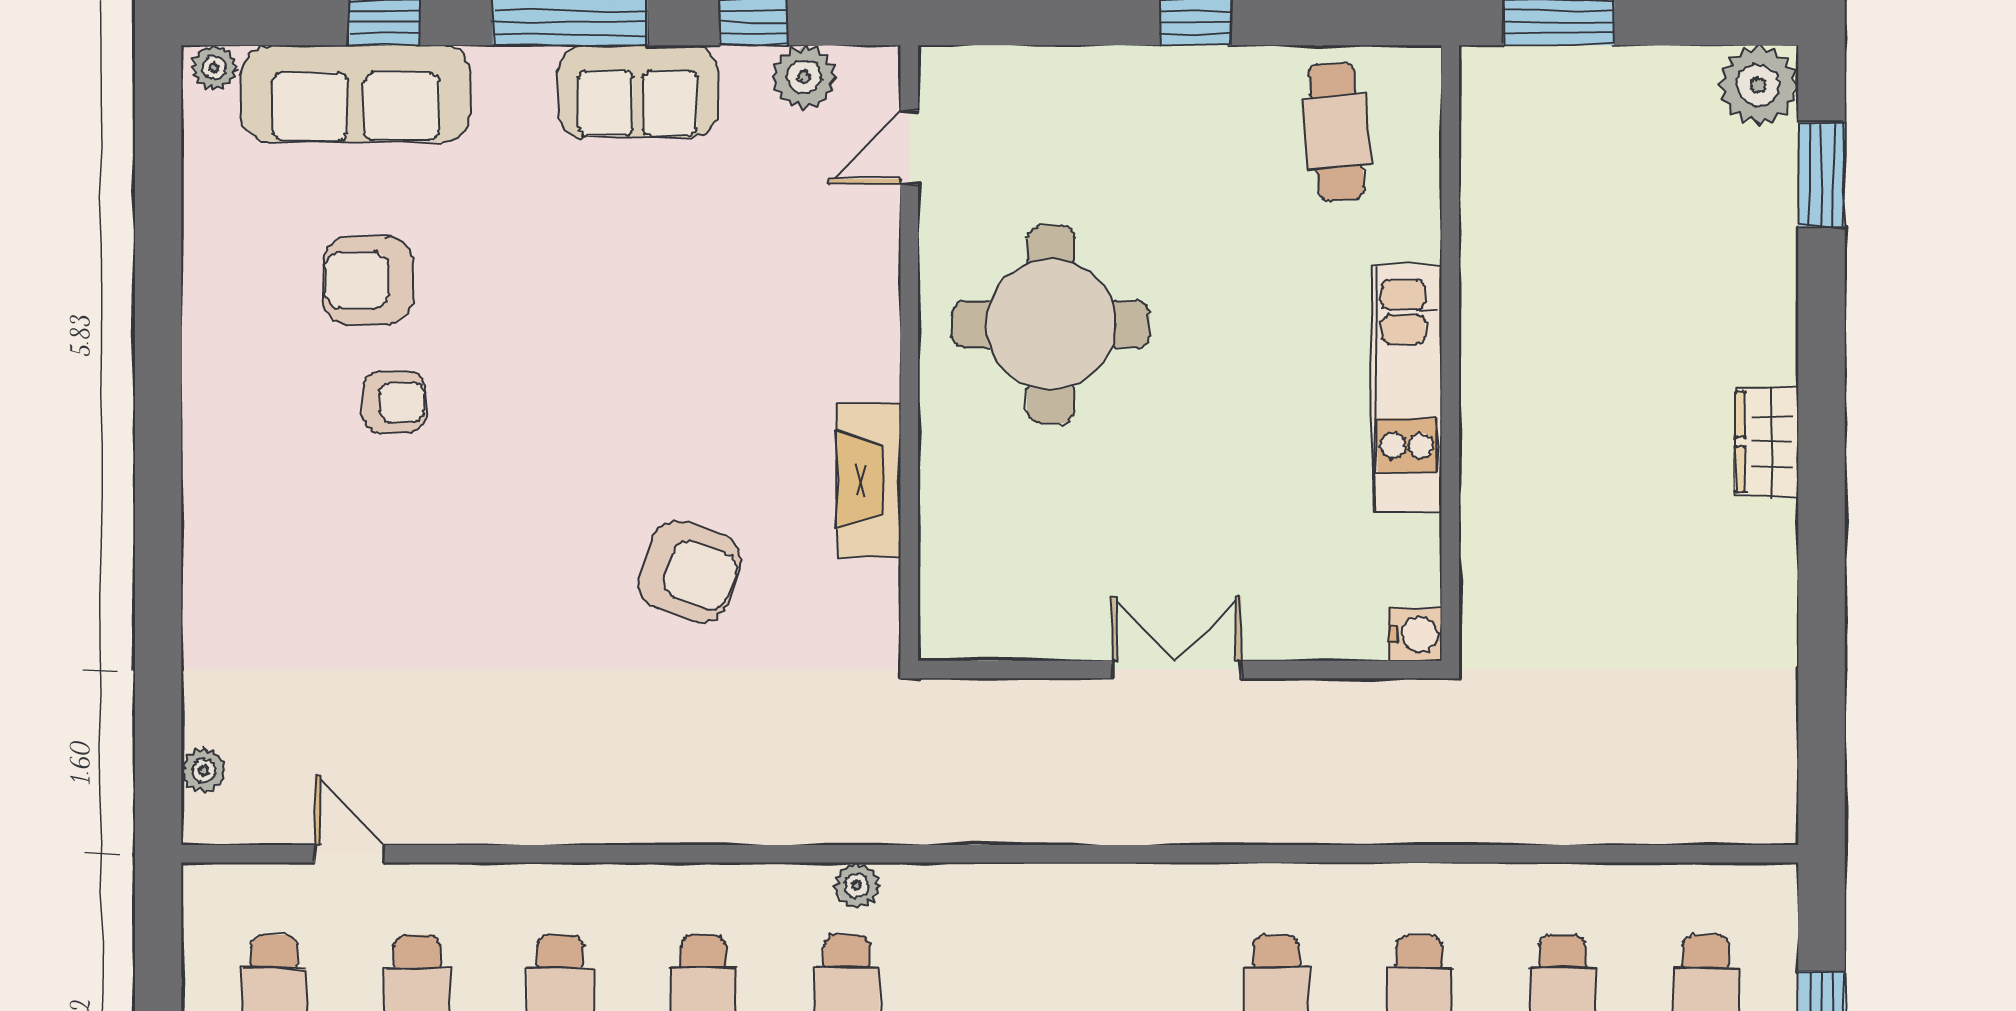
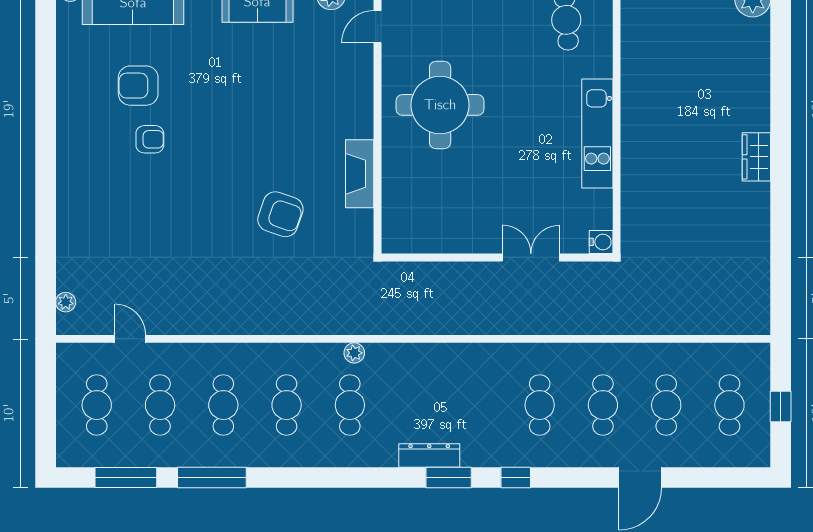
window: (1821, 174) -> (781, 39), removed
double door: (1177, 669) -> (531, 257), moved

